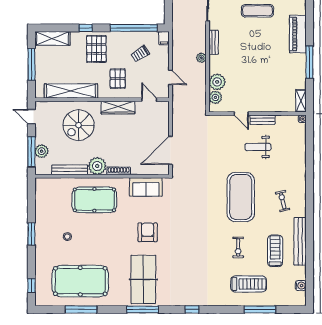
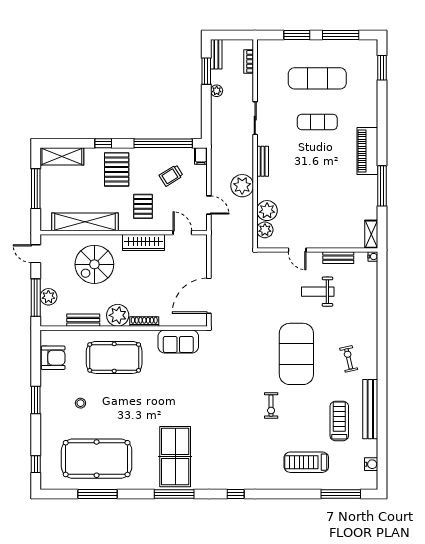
plant: (201, 58) -> (242, 186), width x1.88, depth x1.88
bench: (262, 120) -> (338, 258), moved
bench: (70, 170) -> (83, 320), width x0.73
armchair: (148, 232) -> (53, 358), moved, turned 90
exercise bike: (238, 247) -> (271, 406), moved
treadmill: (249, 284) -> (306, 462), turned 180
window: (260, 309) -> (341, 494), moved

